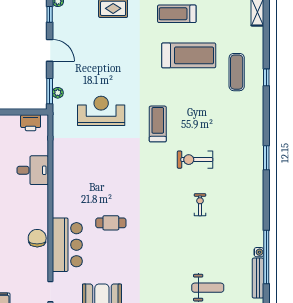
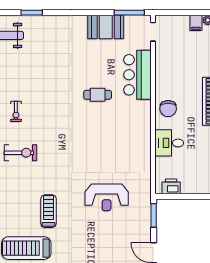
plant: (58, 93) -> (146, 214), removed
treadmill: (158, 124) -> (49, 211), moved, turned 180
chair: (37, 238) -> (168, 109), moved

